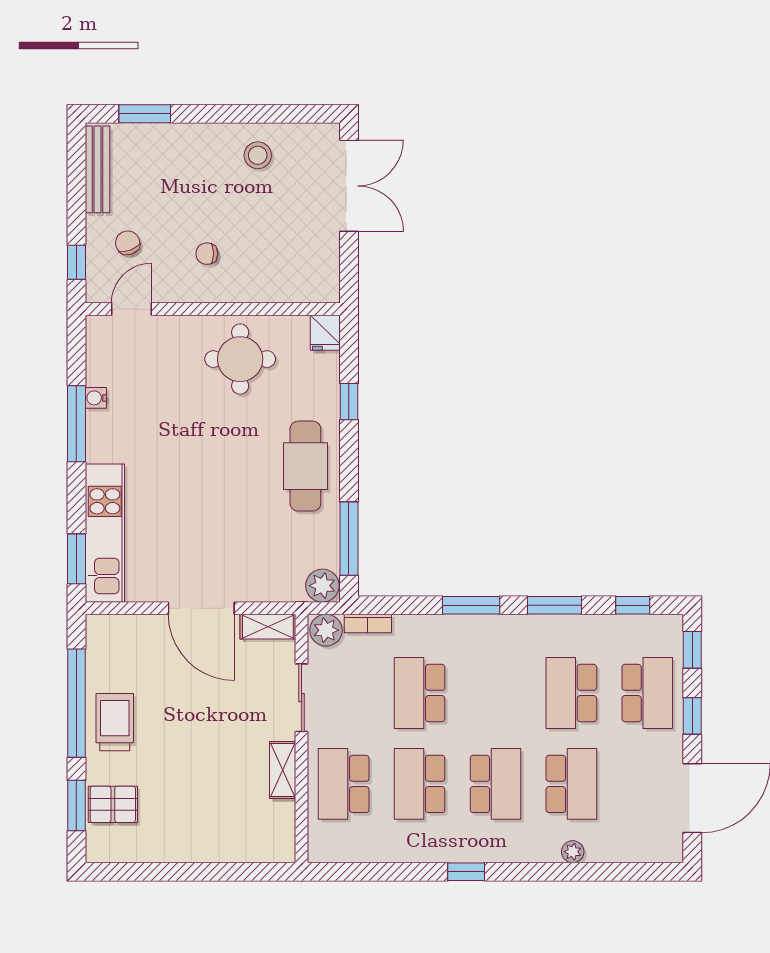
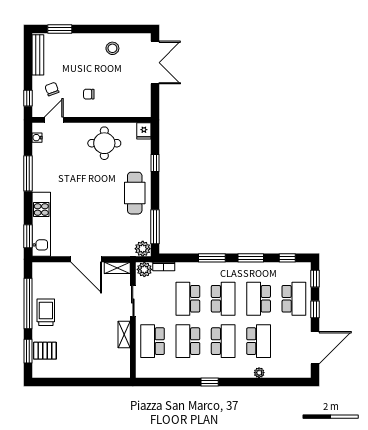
water cooler: (96, 398) -> (37, 138), moved
school desk: (495, 693) -> (223, 299), added

